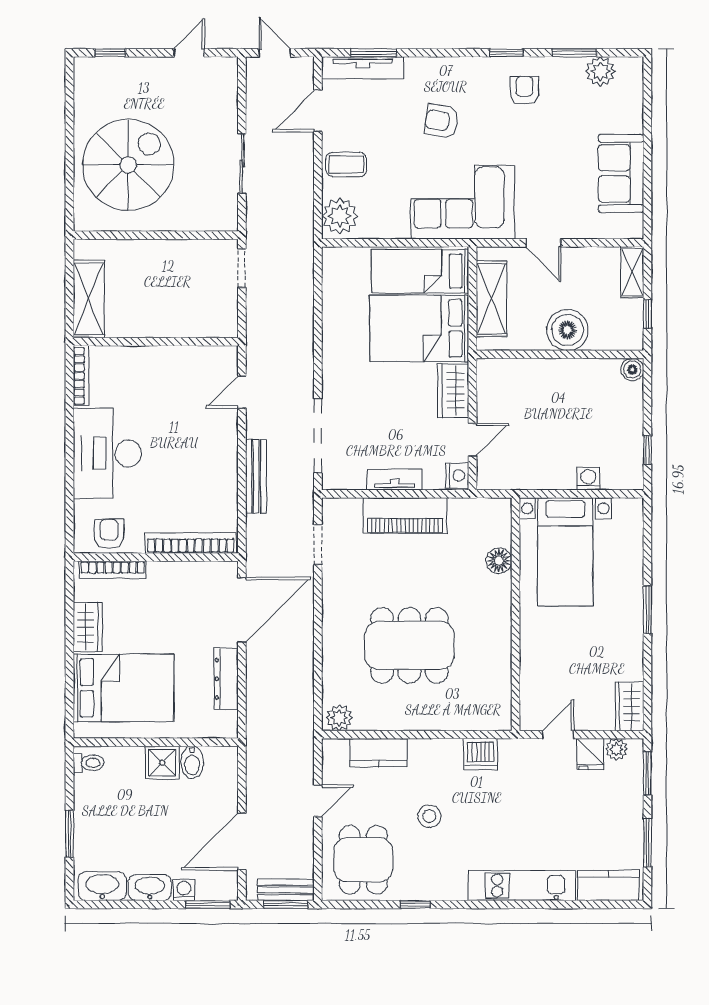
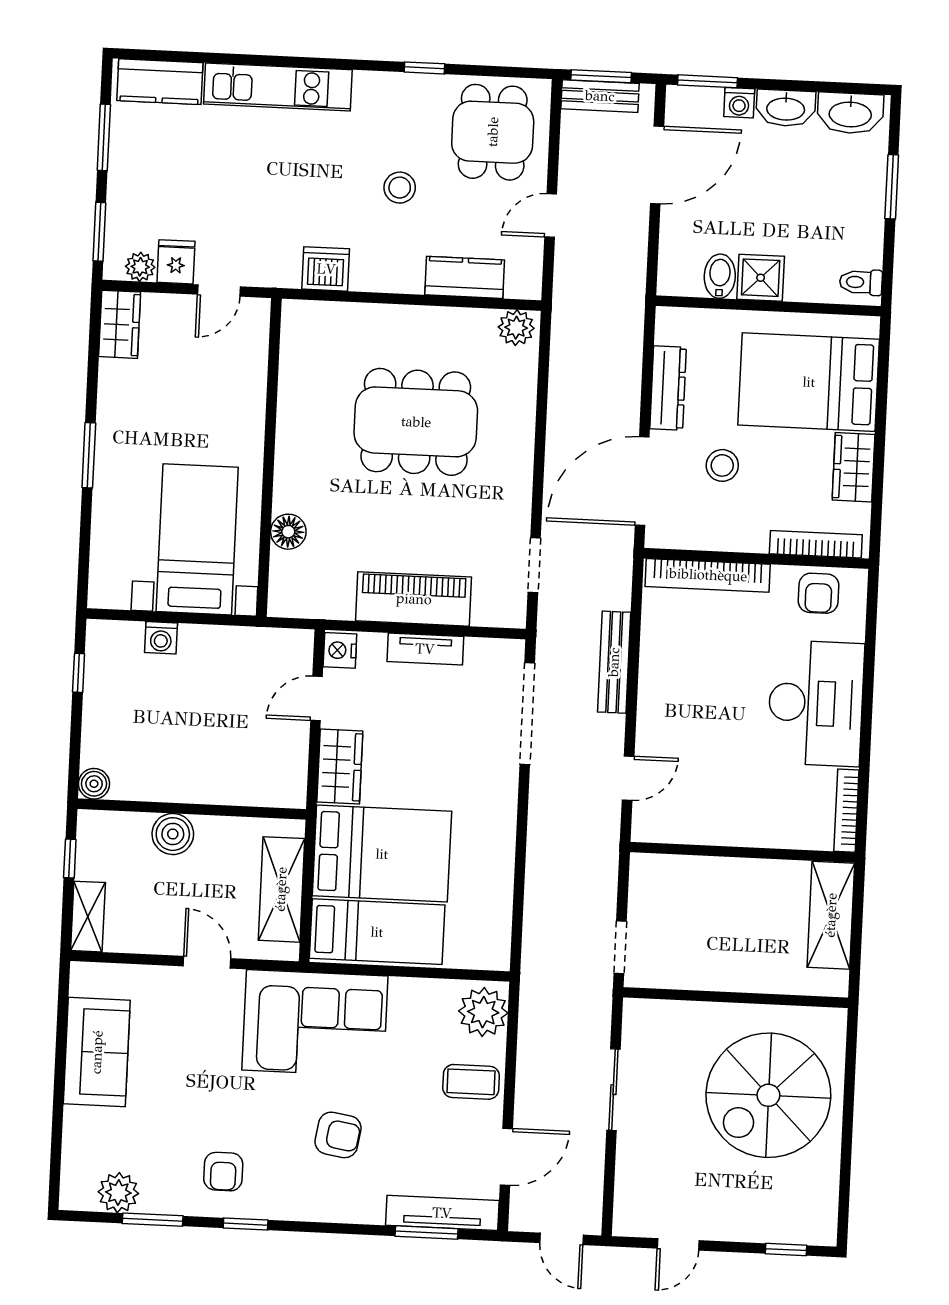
boiler: (567, 330) -> (173, 834), width x0.73, depth x0.73
stool: (184, 624) -> (722, 465), added

